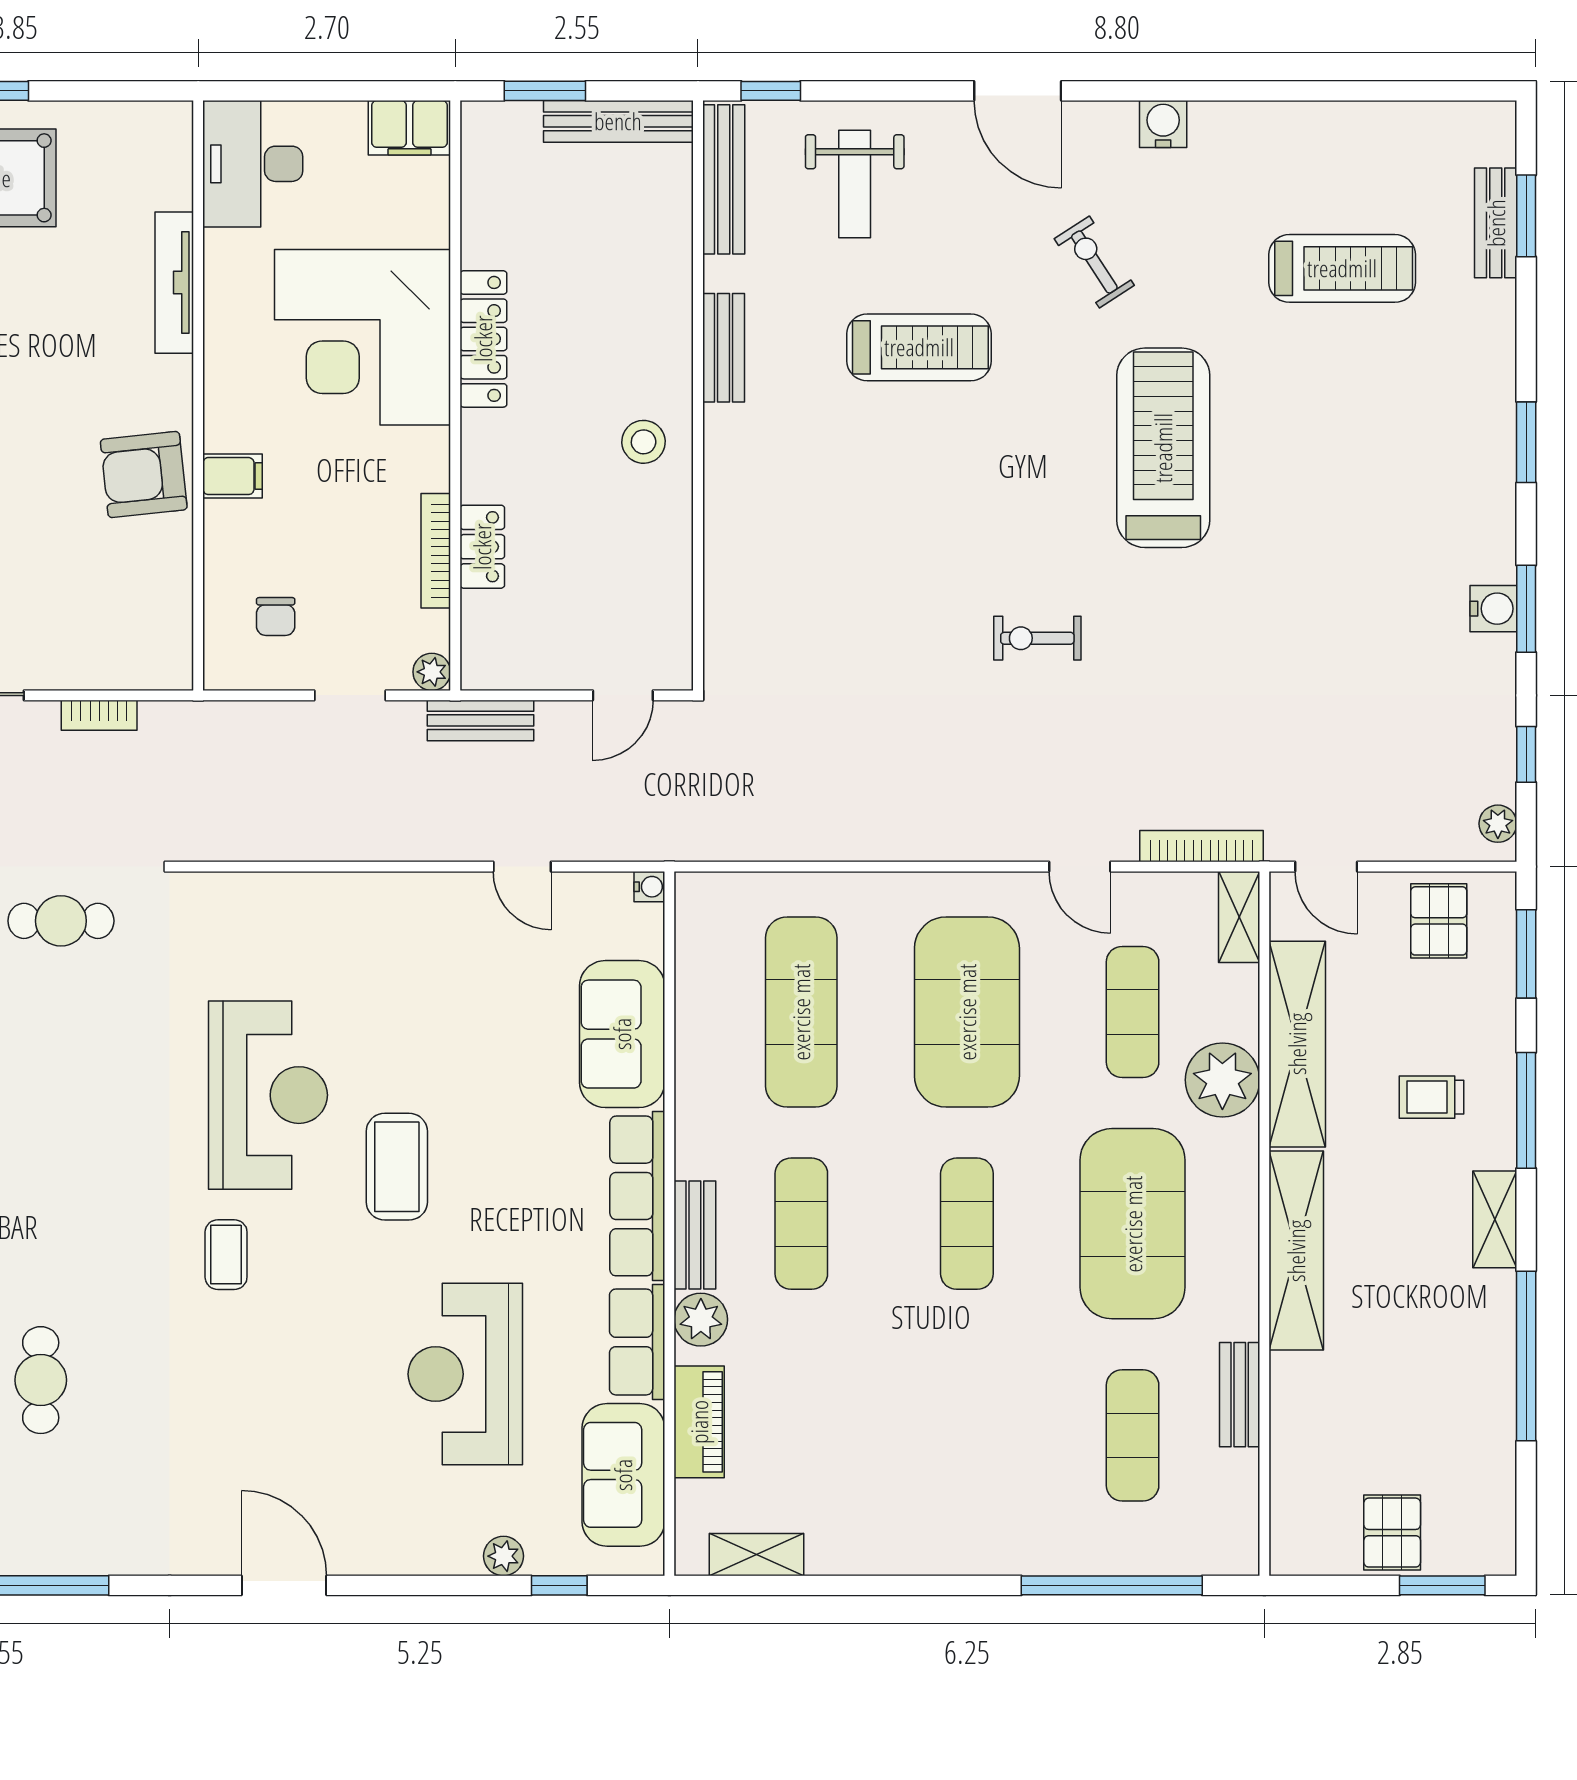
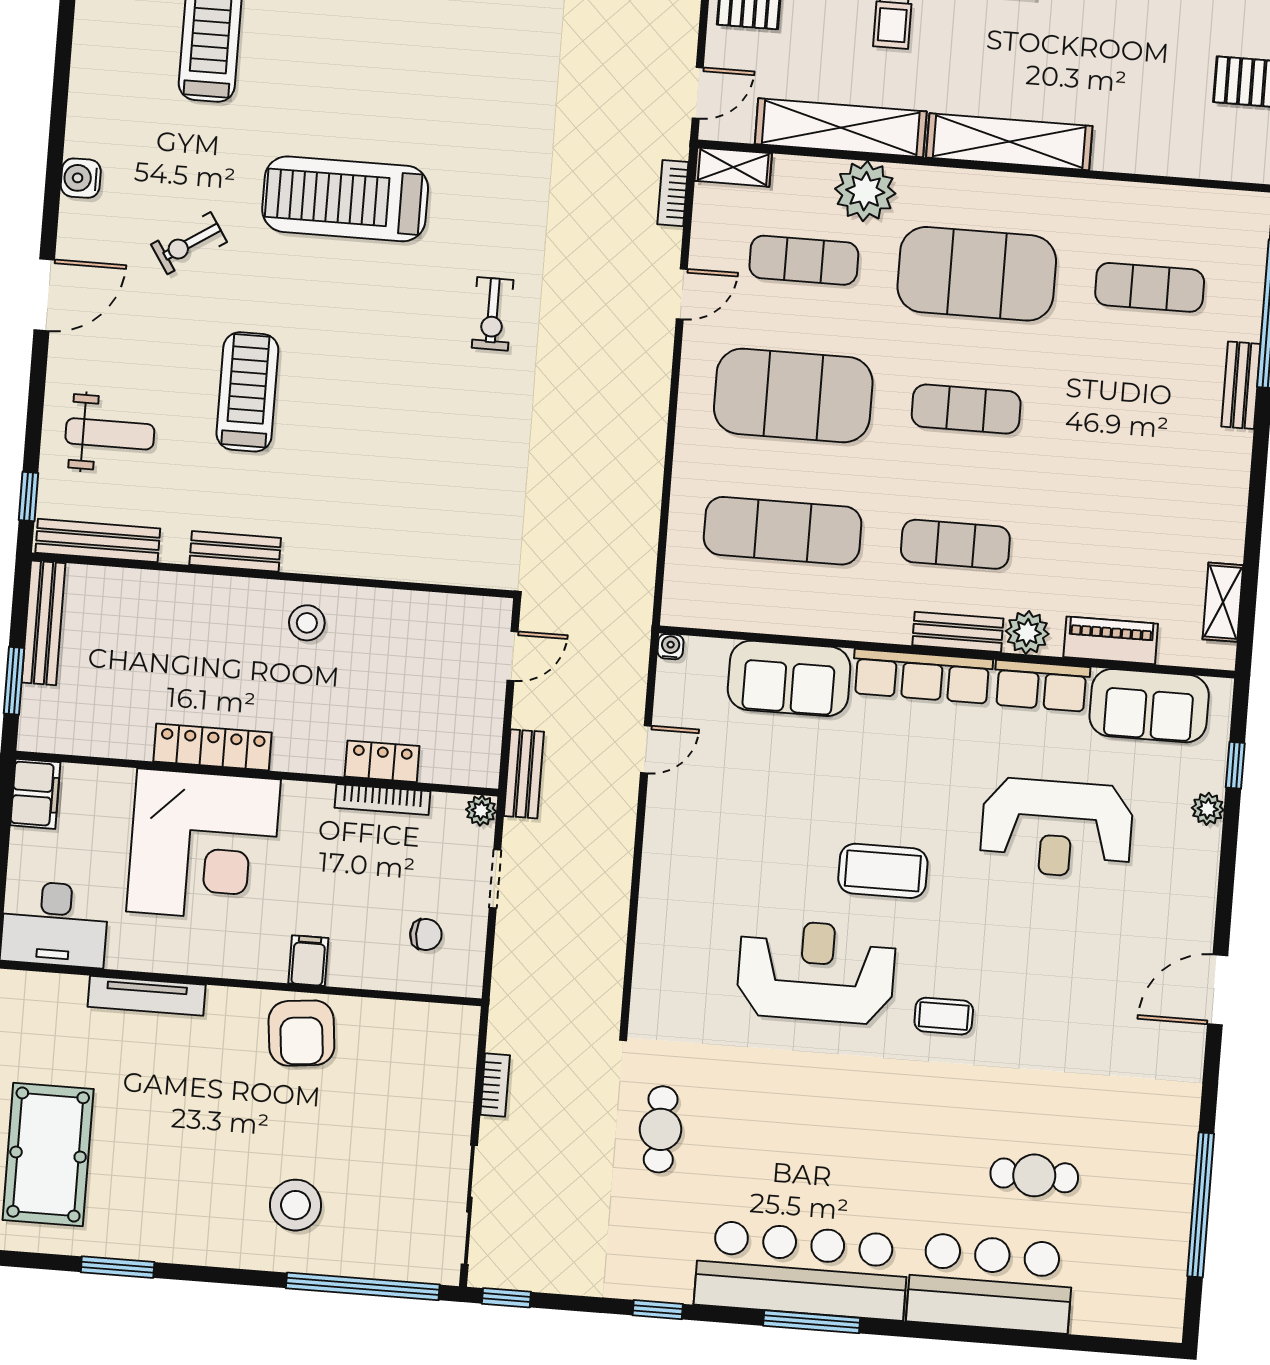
door: (623, 695) -> (513, 656), hinge flipped
bookcase: (1202, 846) -> (673, 193), width x0.64
bench: (1240, 1395) -> (1241, 385), moved, turned 90

